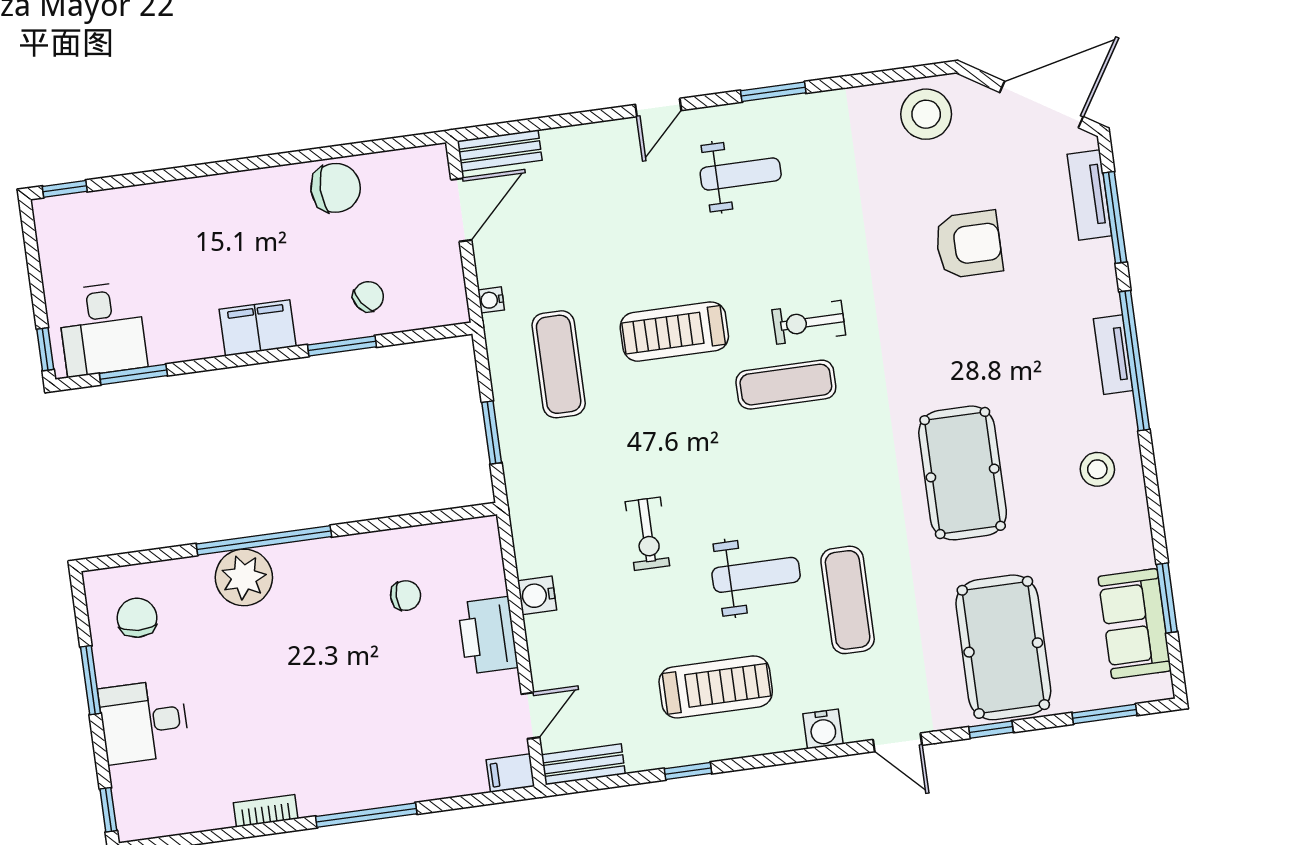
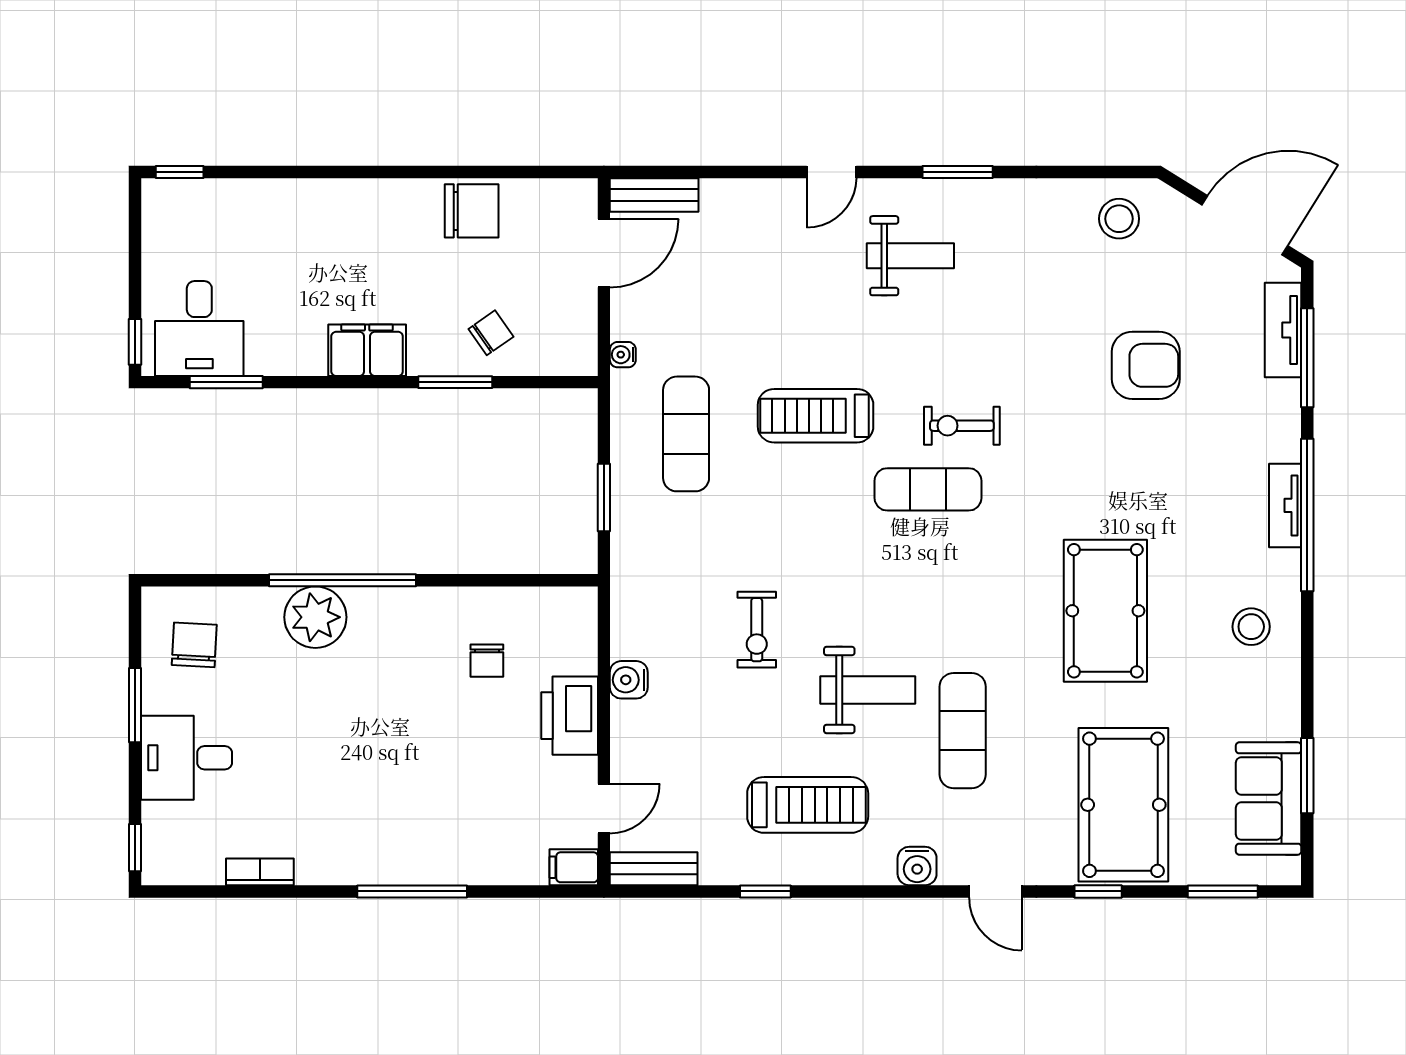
stool: (926, 114) -> (1119, 219), width x0.73, depth x0.73
chair: (406, 596) -> (487, 661), turned 90
bookcase: (266, 811) -> (260, 872), moved

